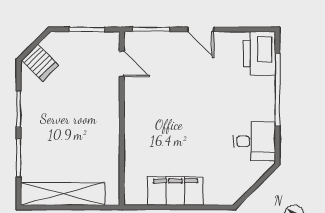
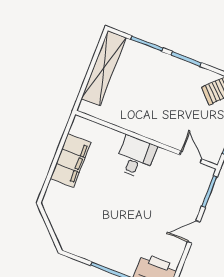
door: (122, 64) -> (191, 157), swing flipped
desk: (254, 141) -> (135, 157), moved, turned 180

